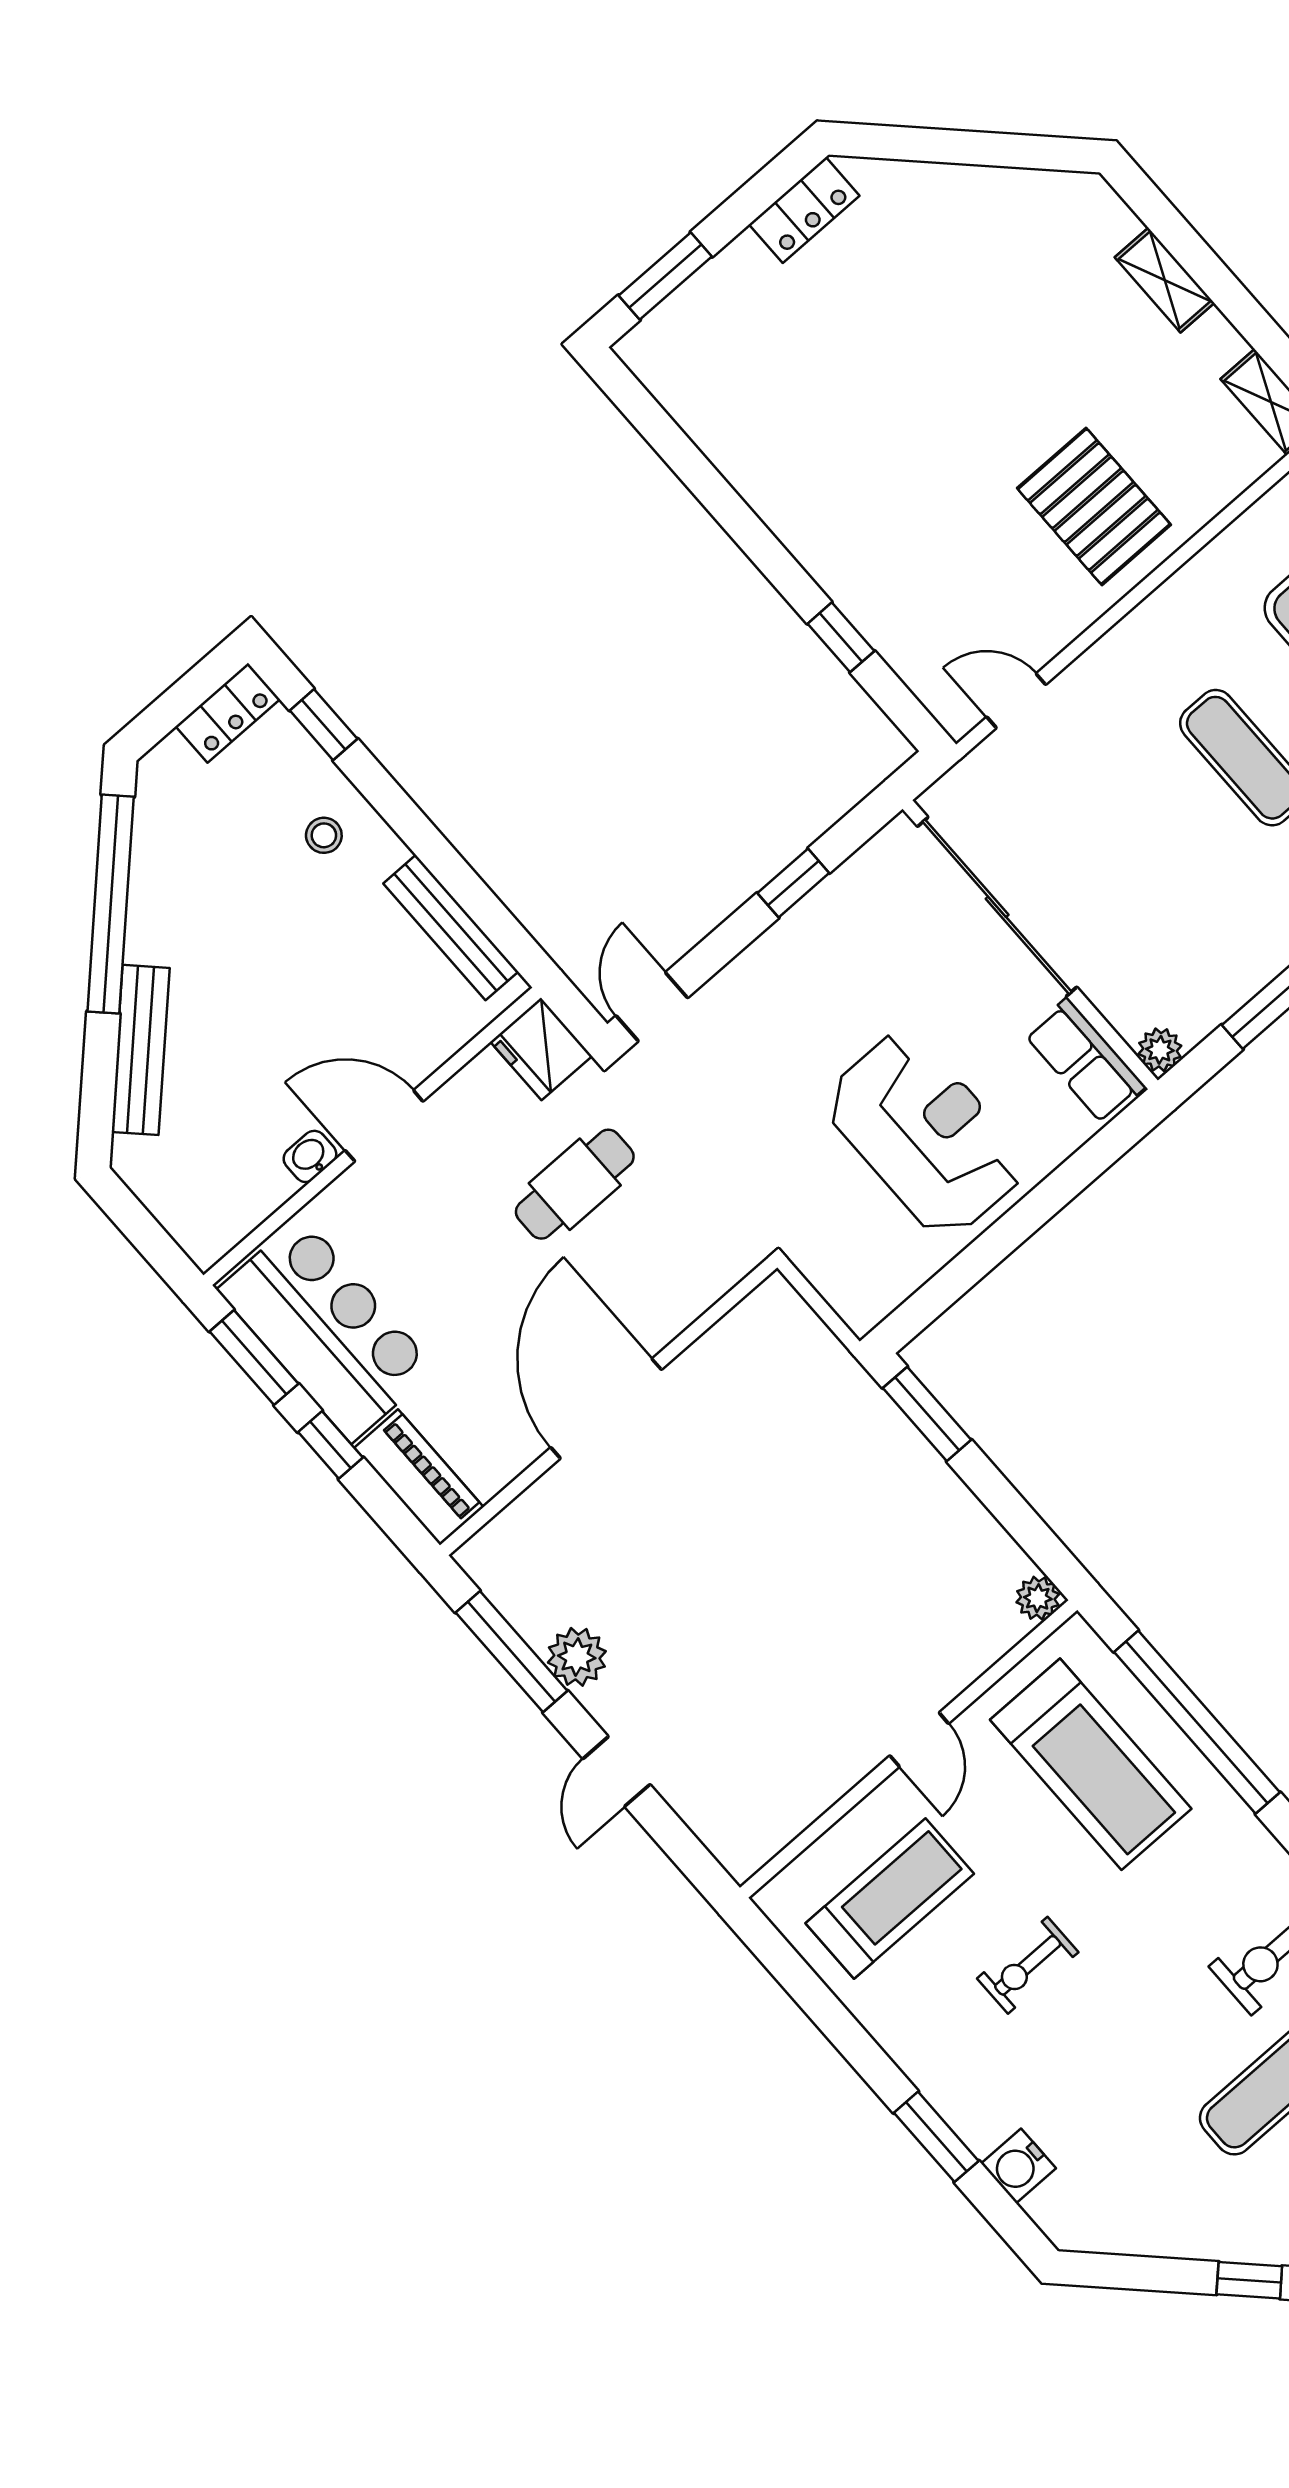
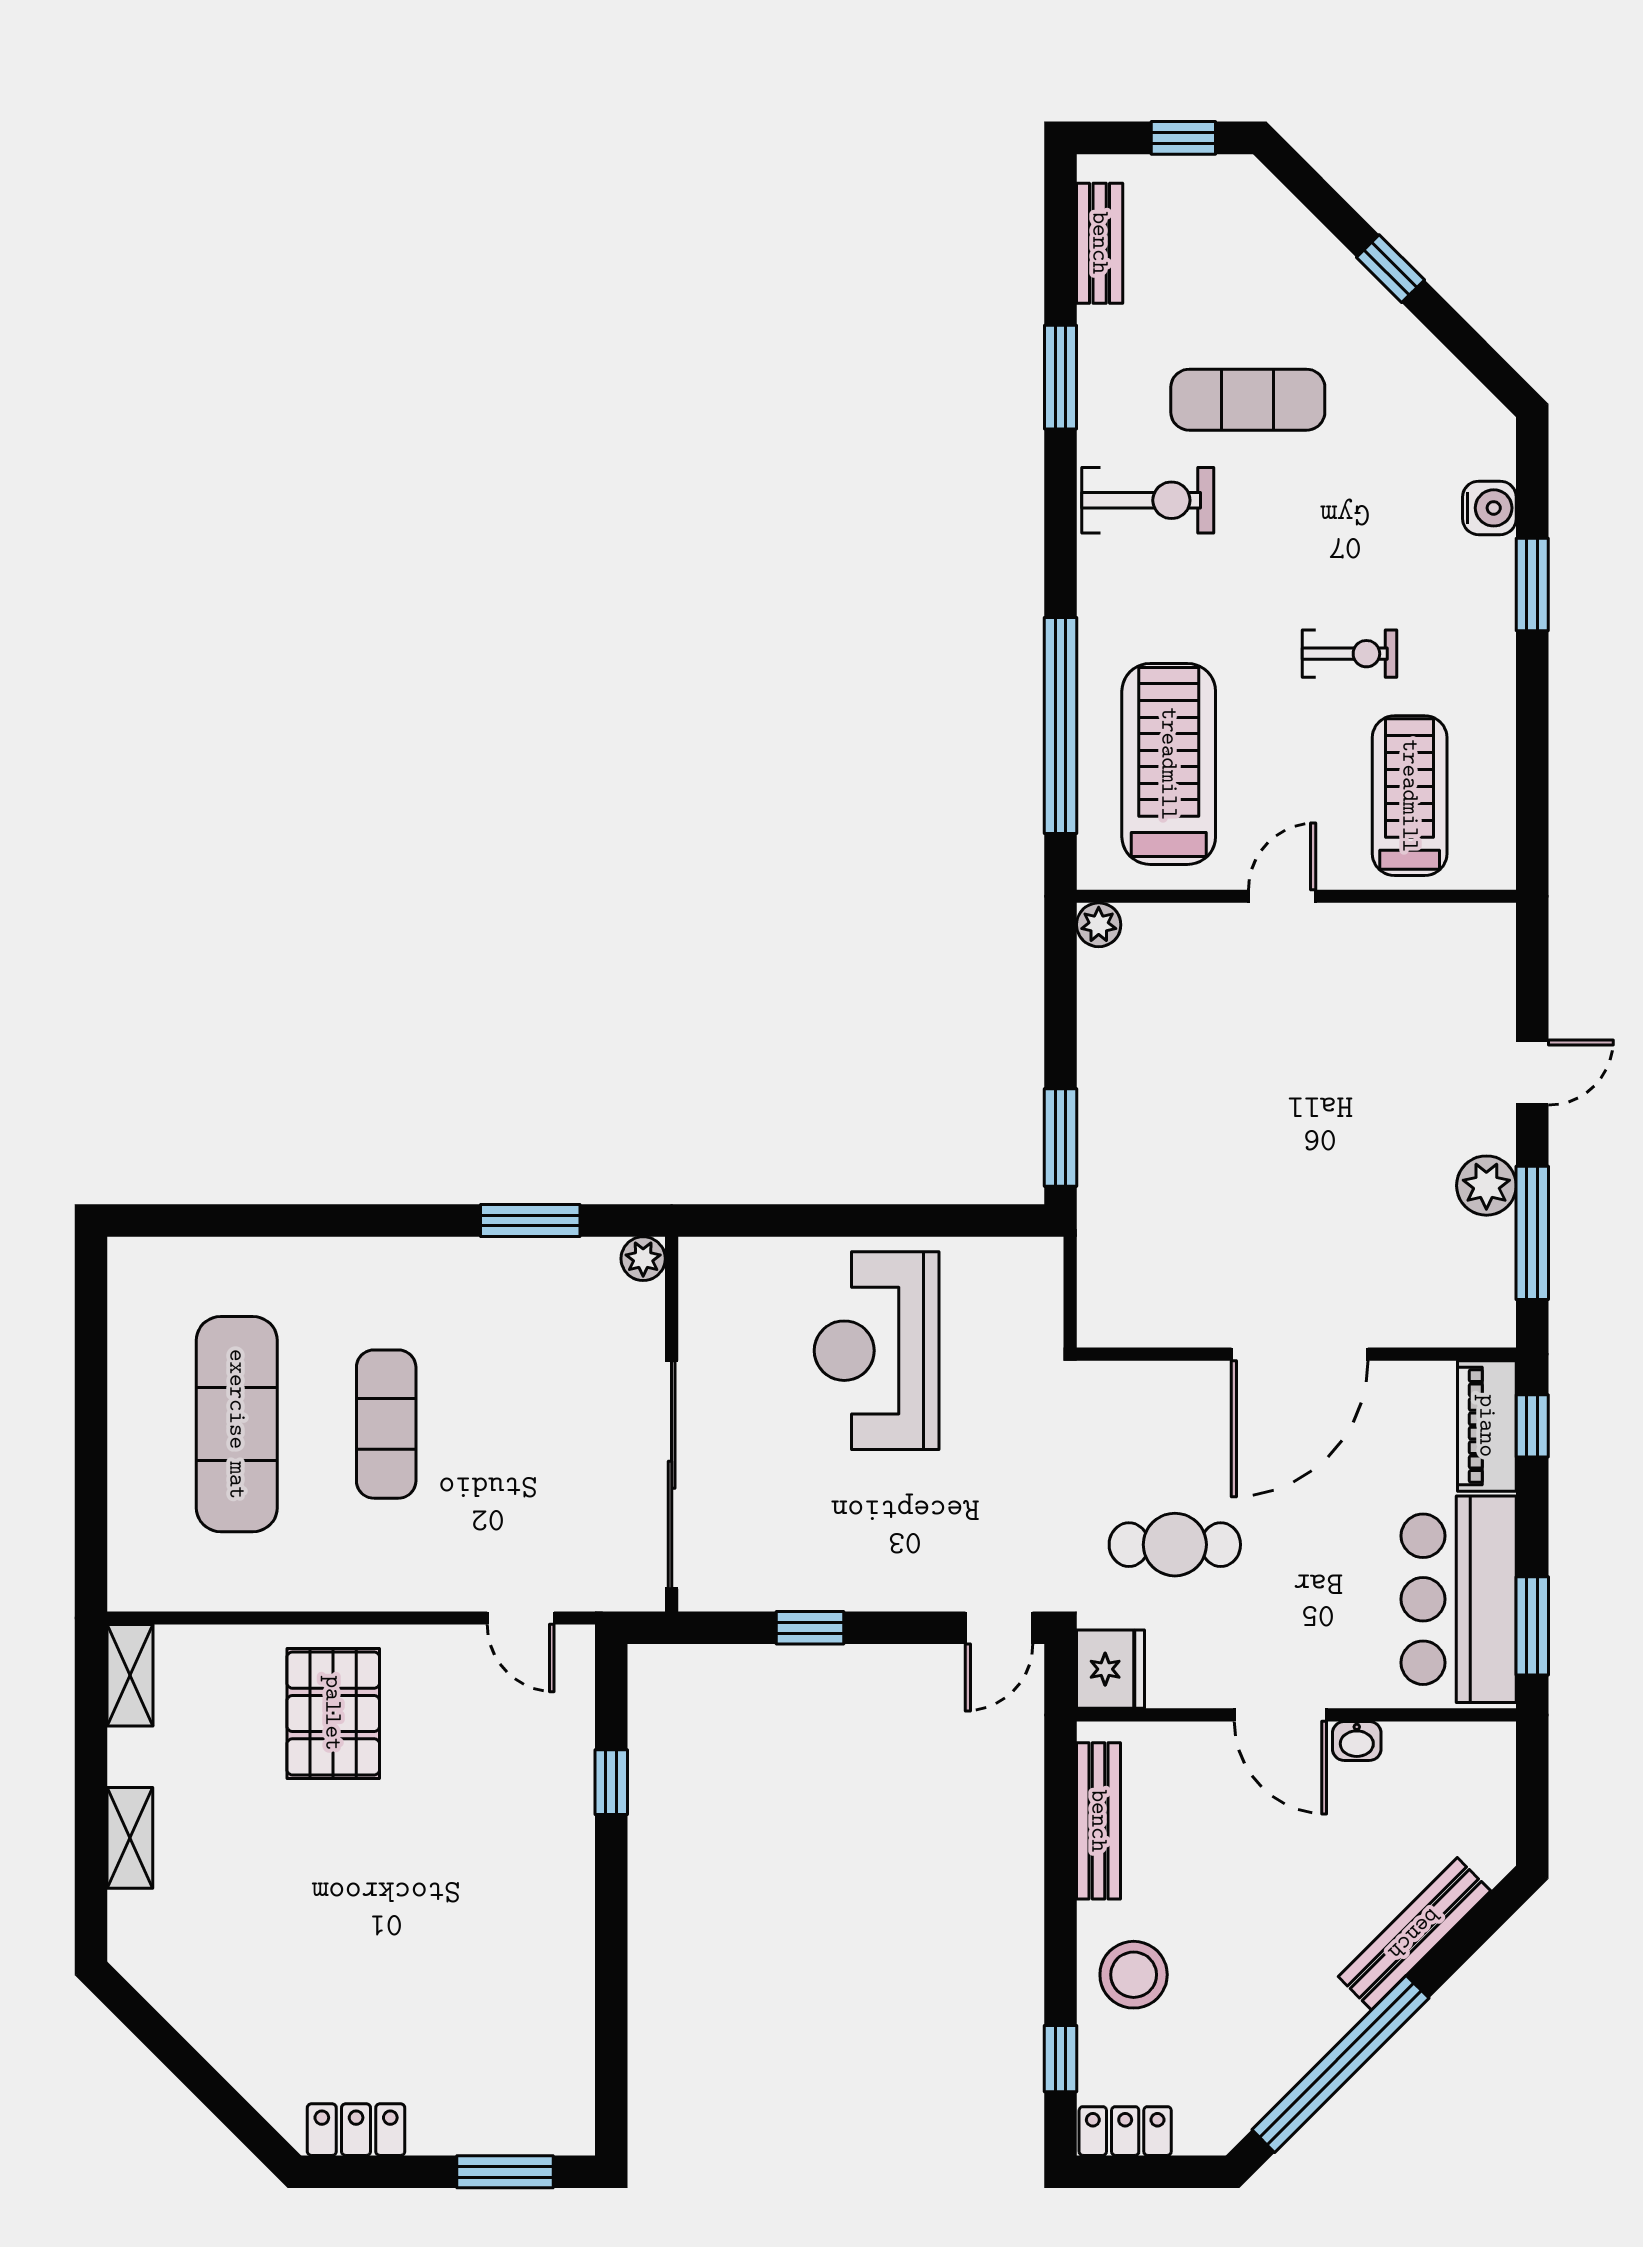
stool: (324, 835) -> (1134, 1975), width x1.89, depth x1.89
row of seats: (1085, 1061) -> (707, 1300), removed
window: (330, 1445) -> (1532, 1426), moved
treadmill: (890, 1898) -> (1410, 796), turned 90

